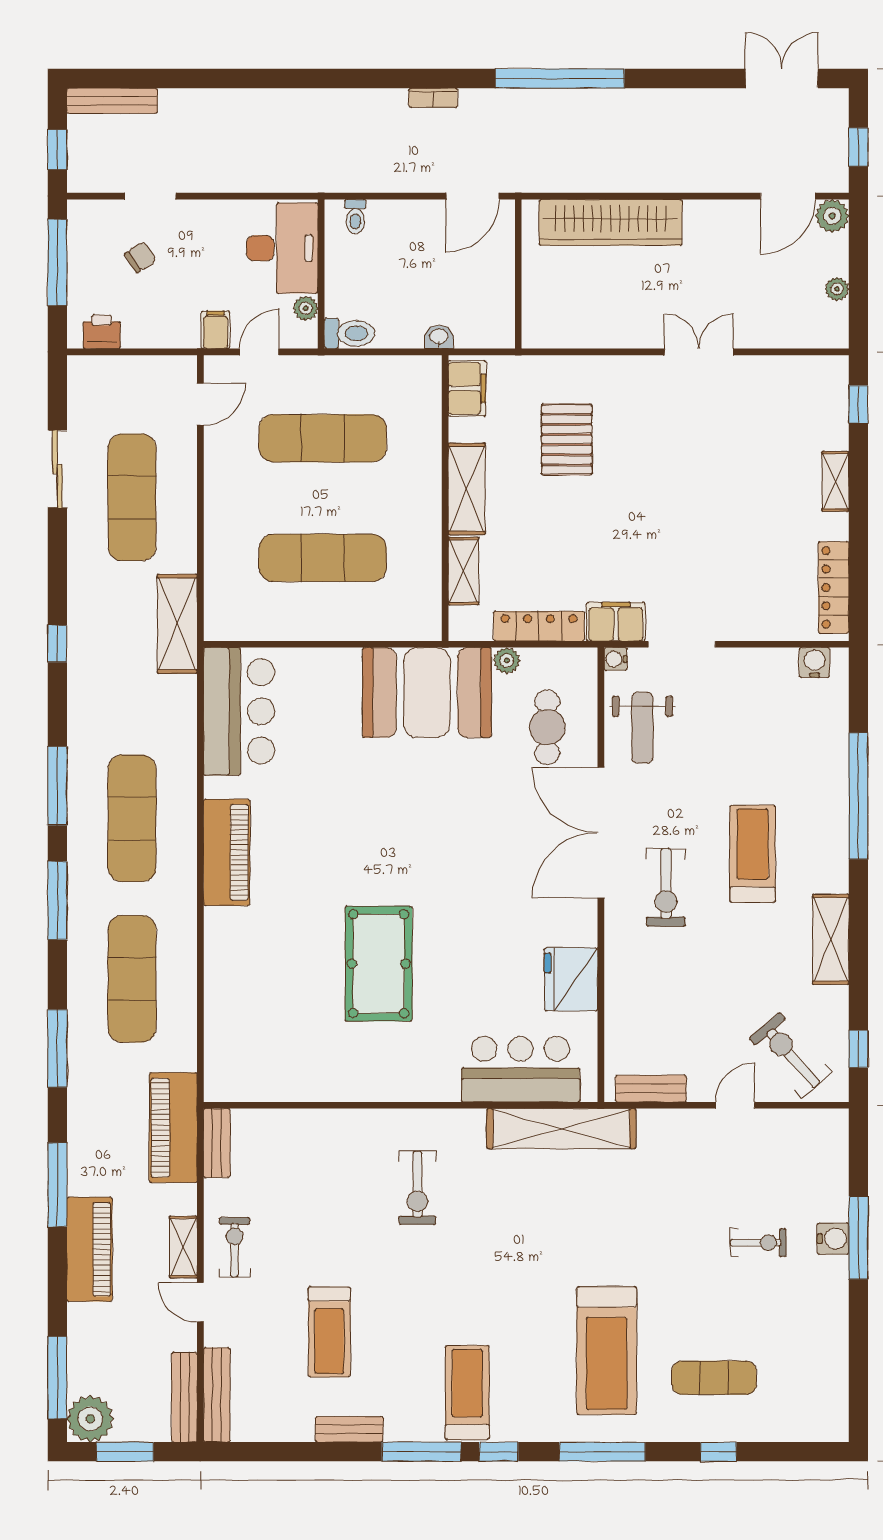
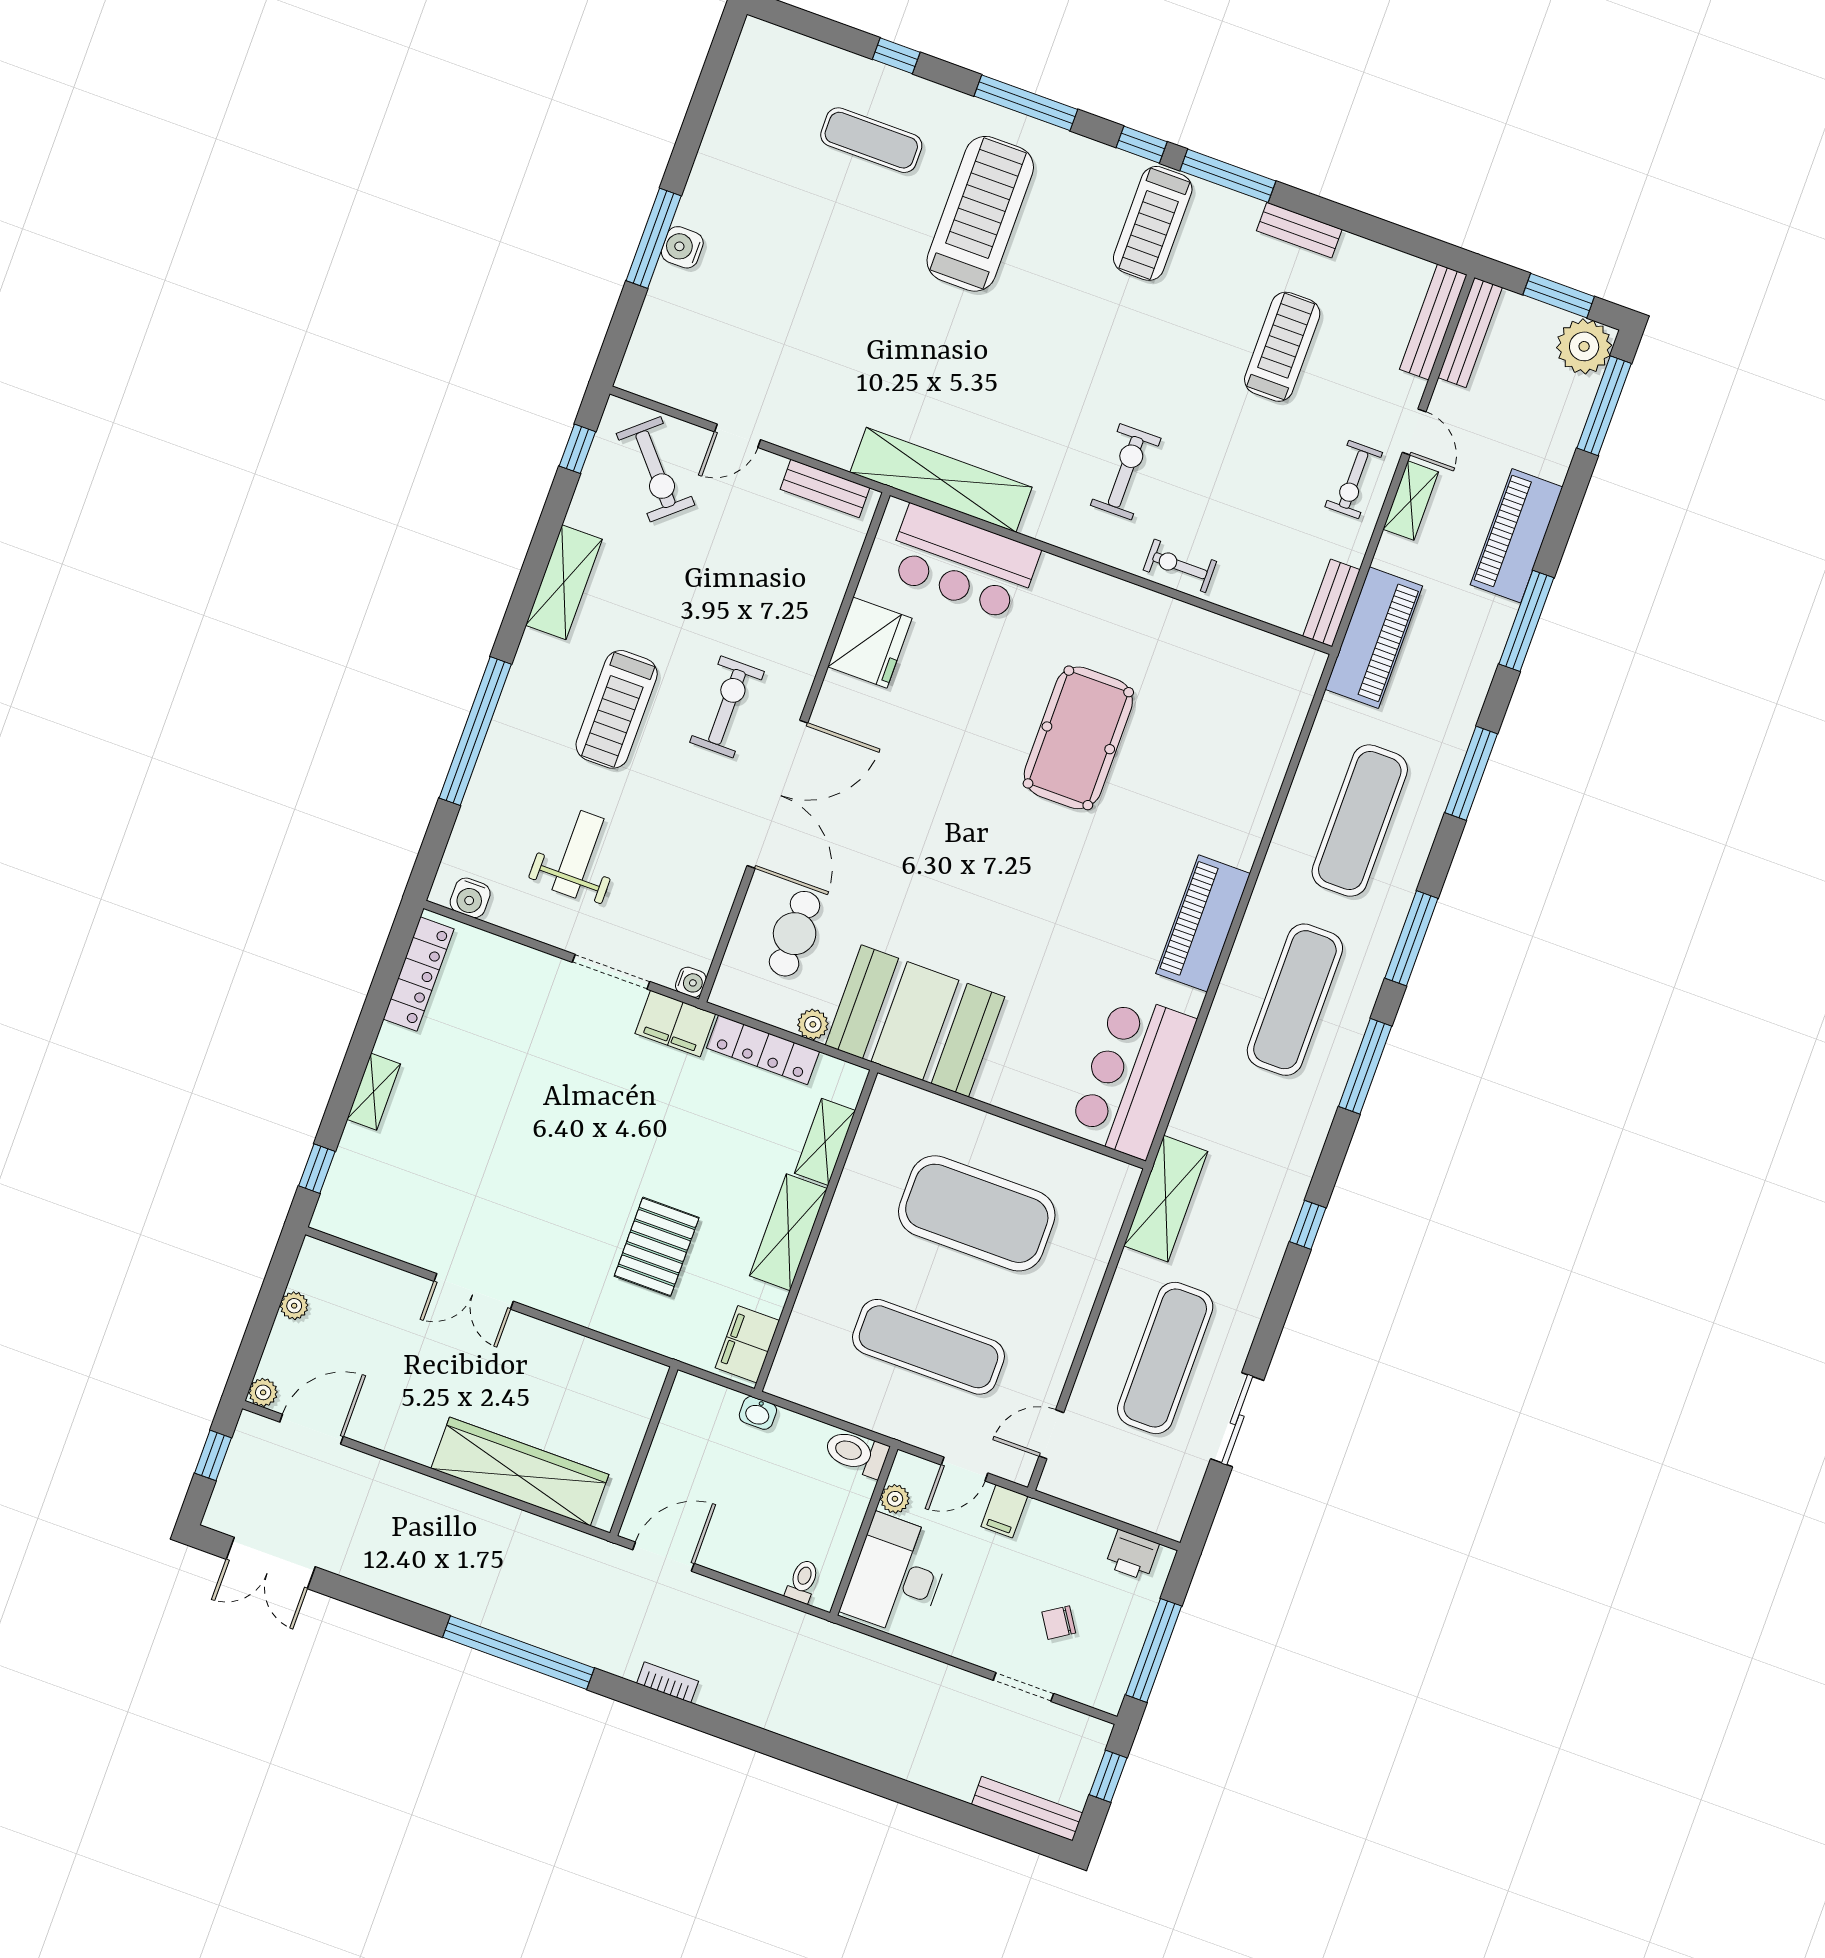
plant: (832, 216) -> (263, 1392), width x0.73, depth x0.73
exercise mat: (323, 558) -> (977, 1213), width x1.47
weight bench: (642, 728) -> (578, 854), moved
exercise bike: (758, 1243) -> (1180, 566), moved

